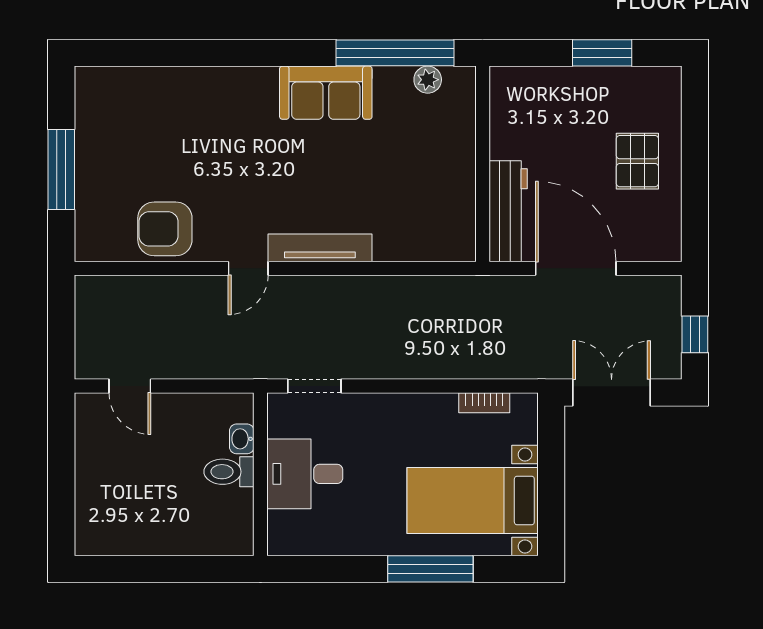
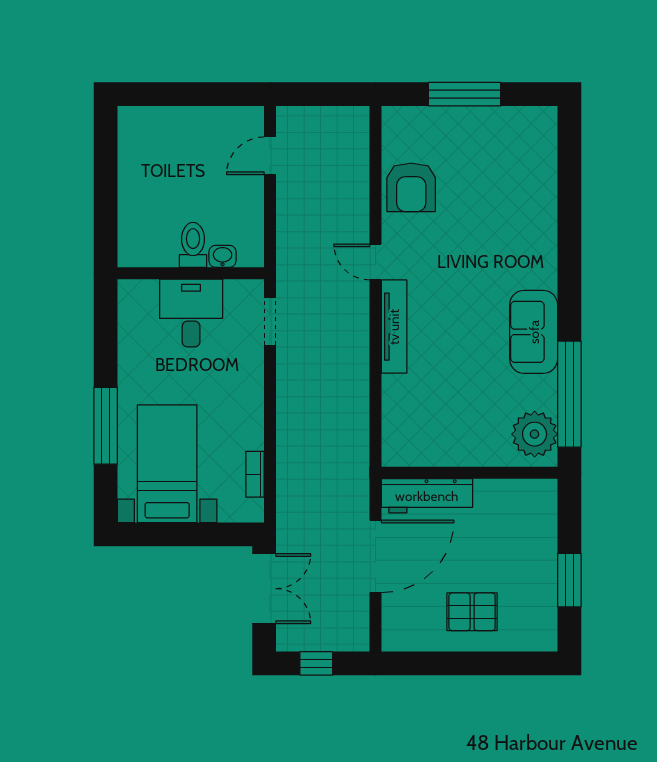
plant: (428, 80) -> (535, 434), width x1.88, depth x1.88
armchair: (165, 229) -> (411, 187), turned 180

